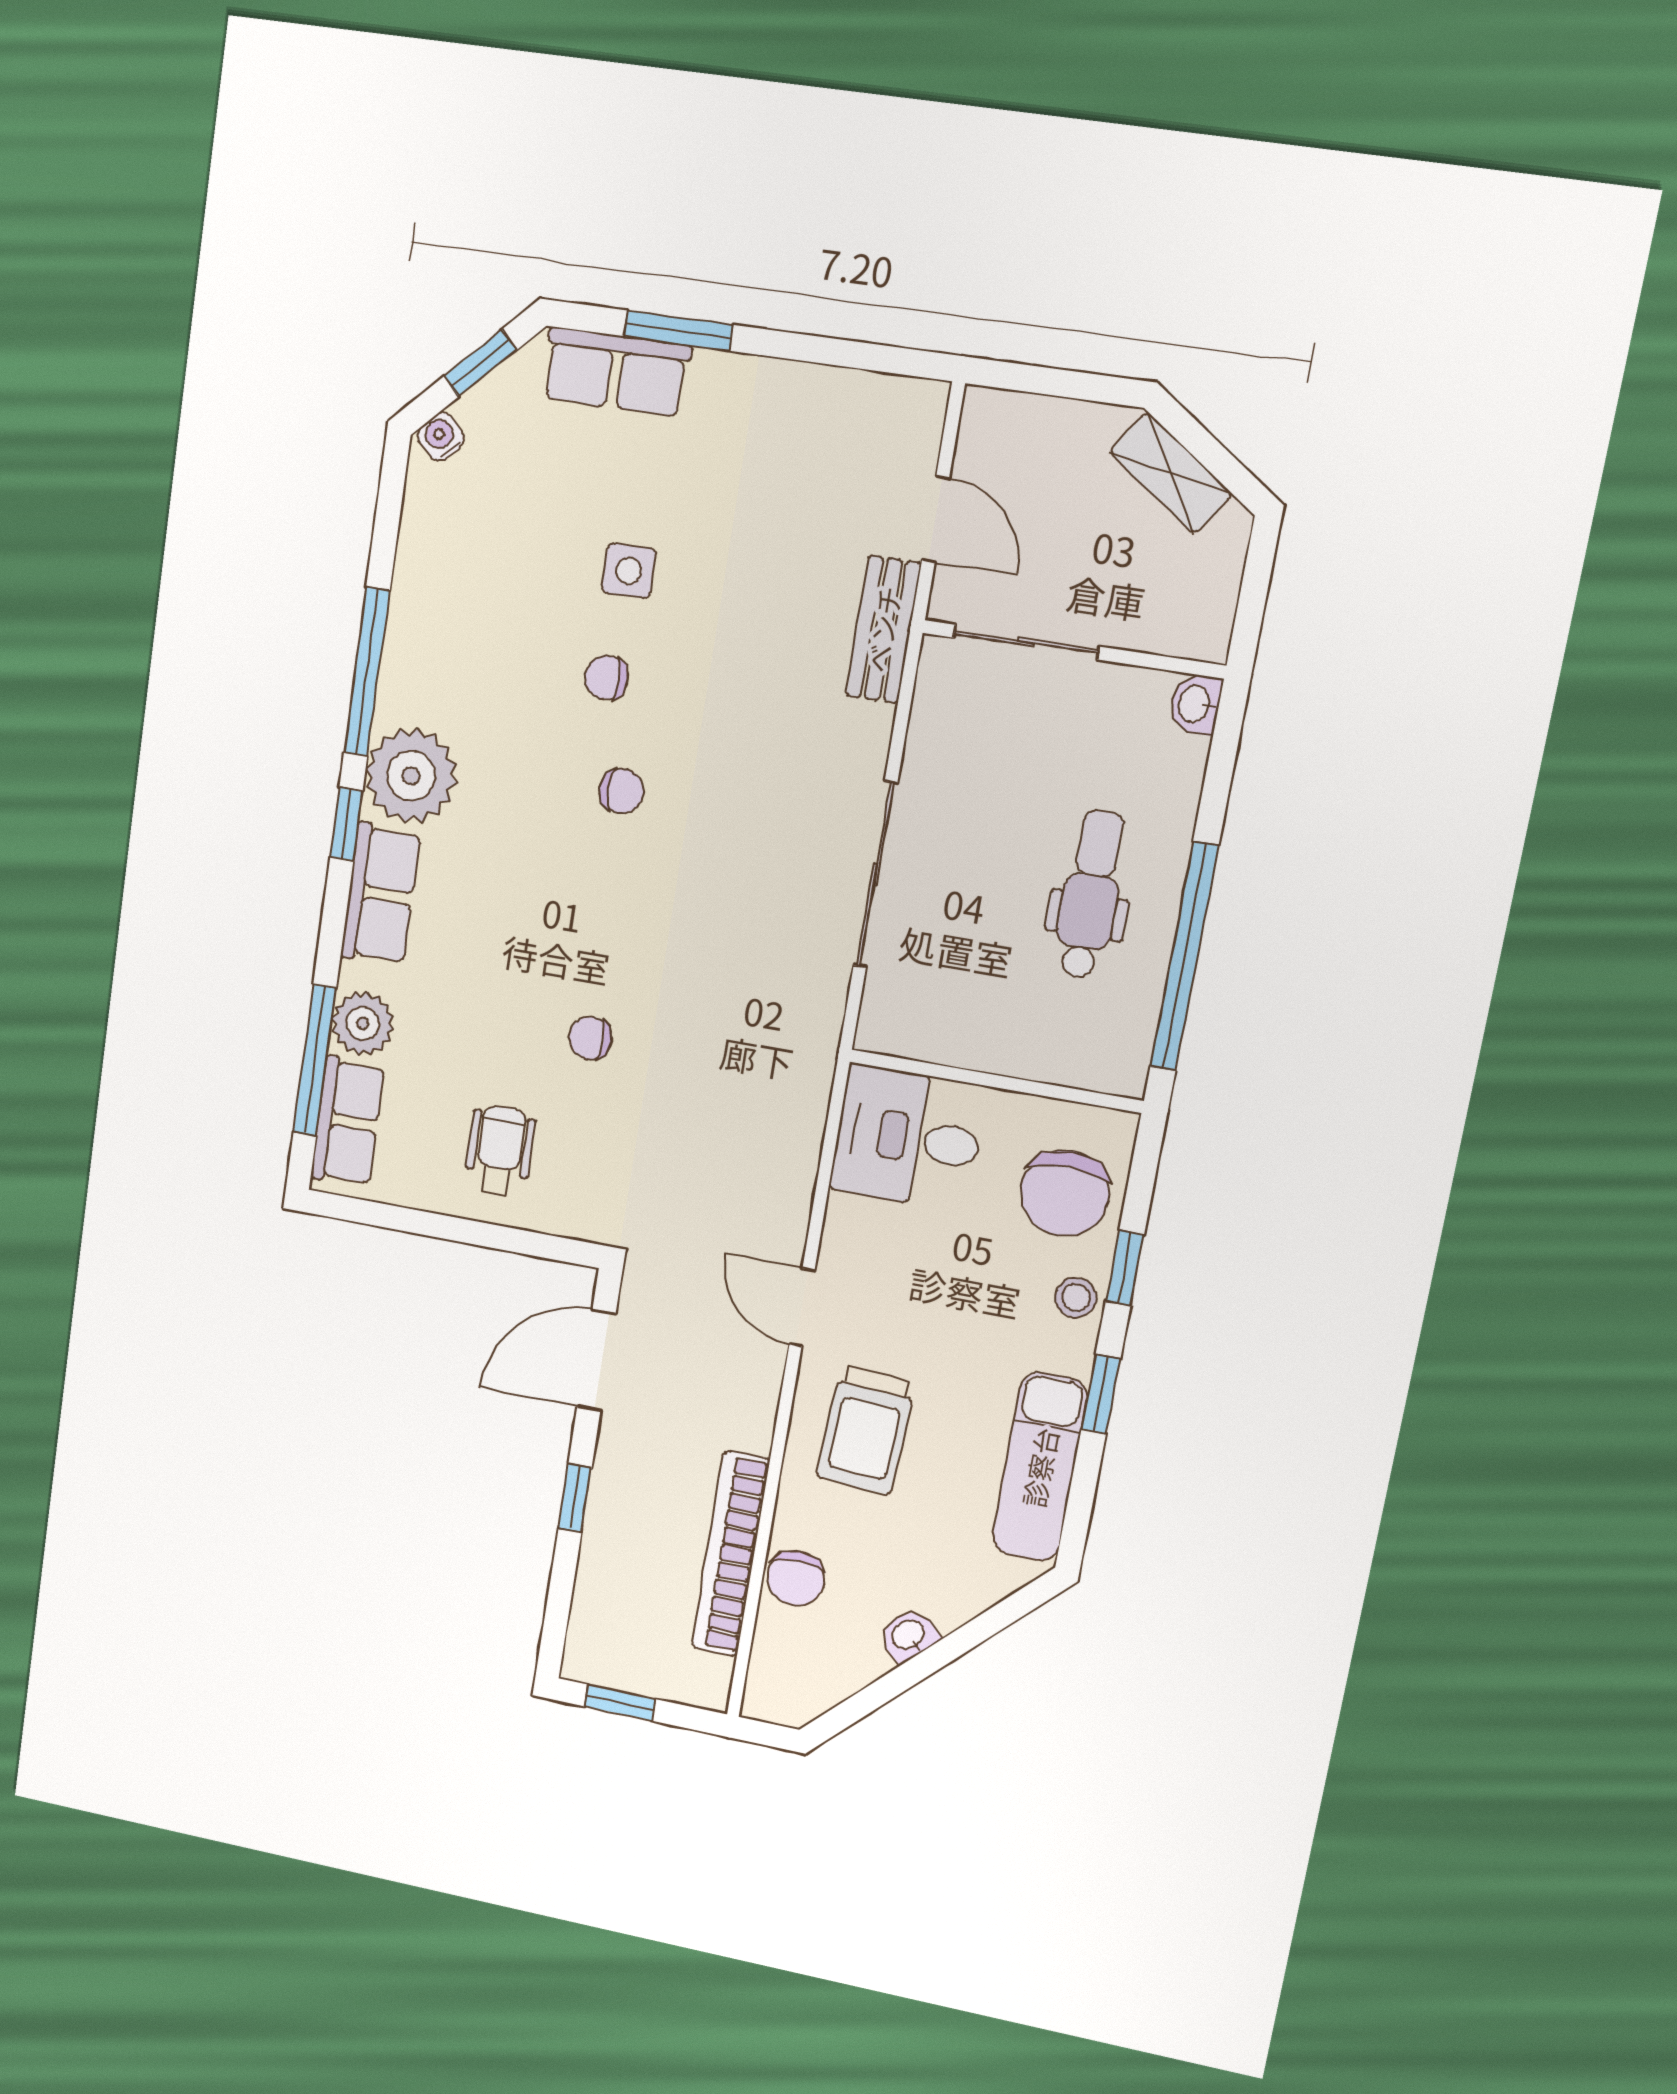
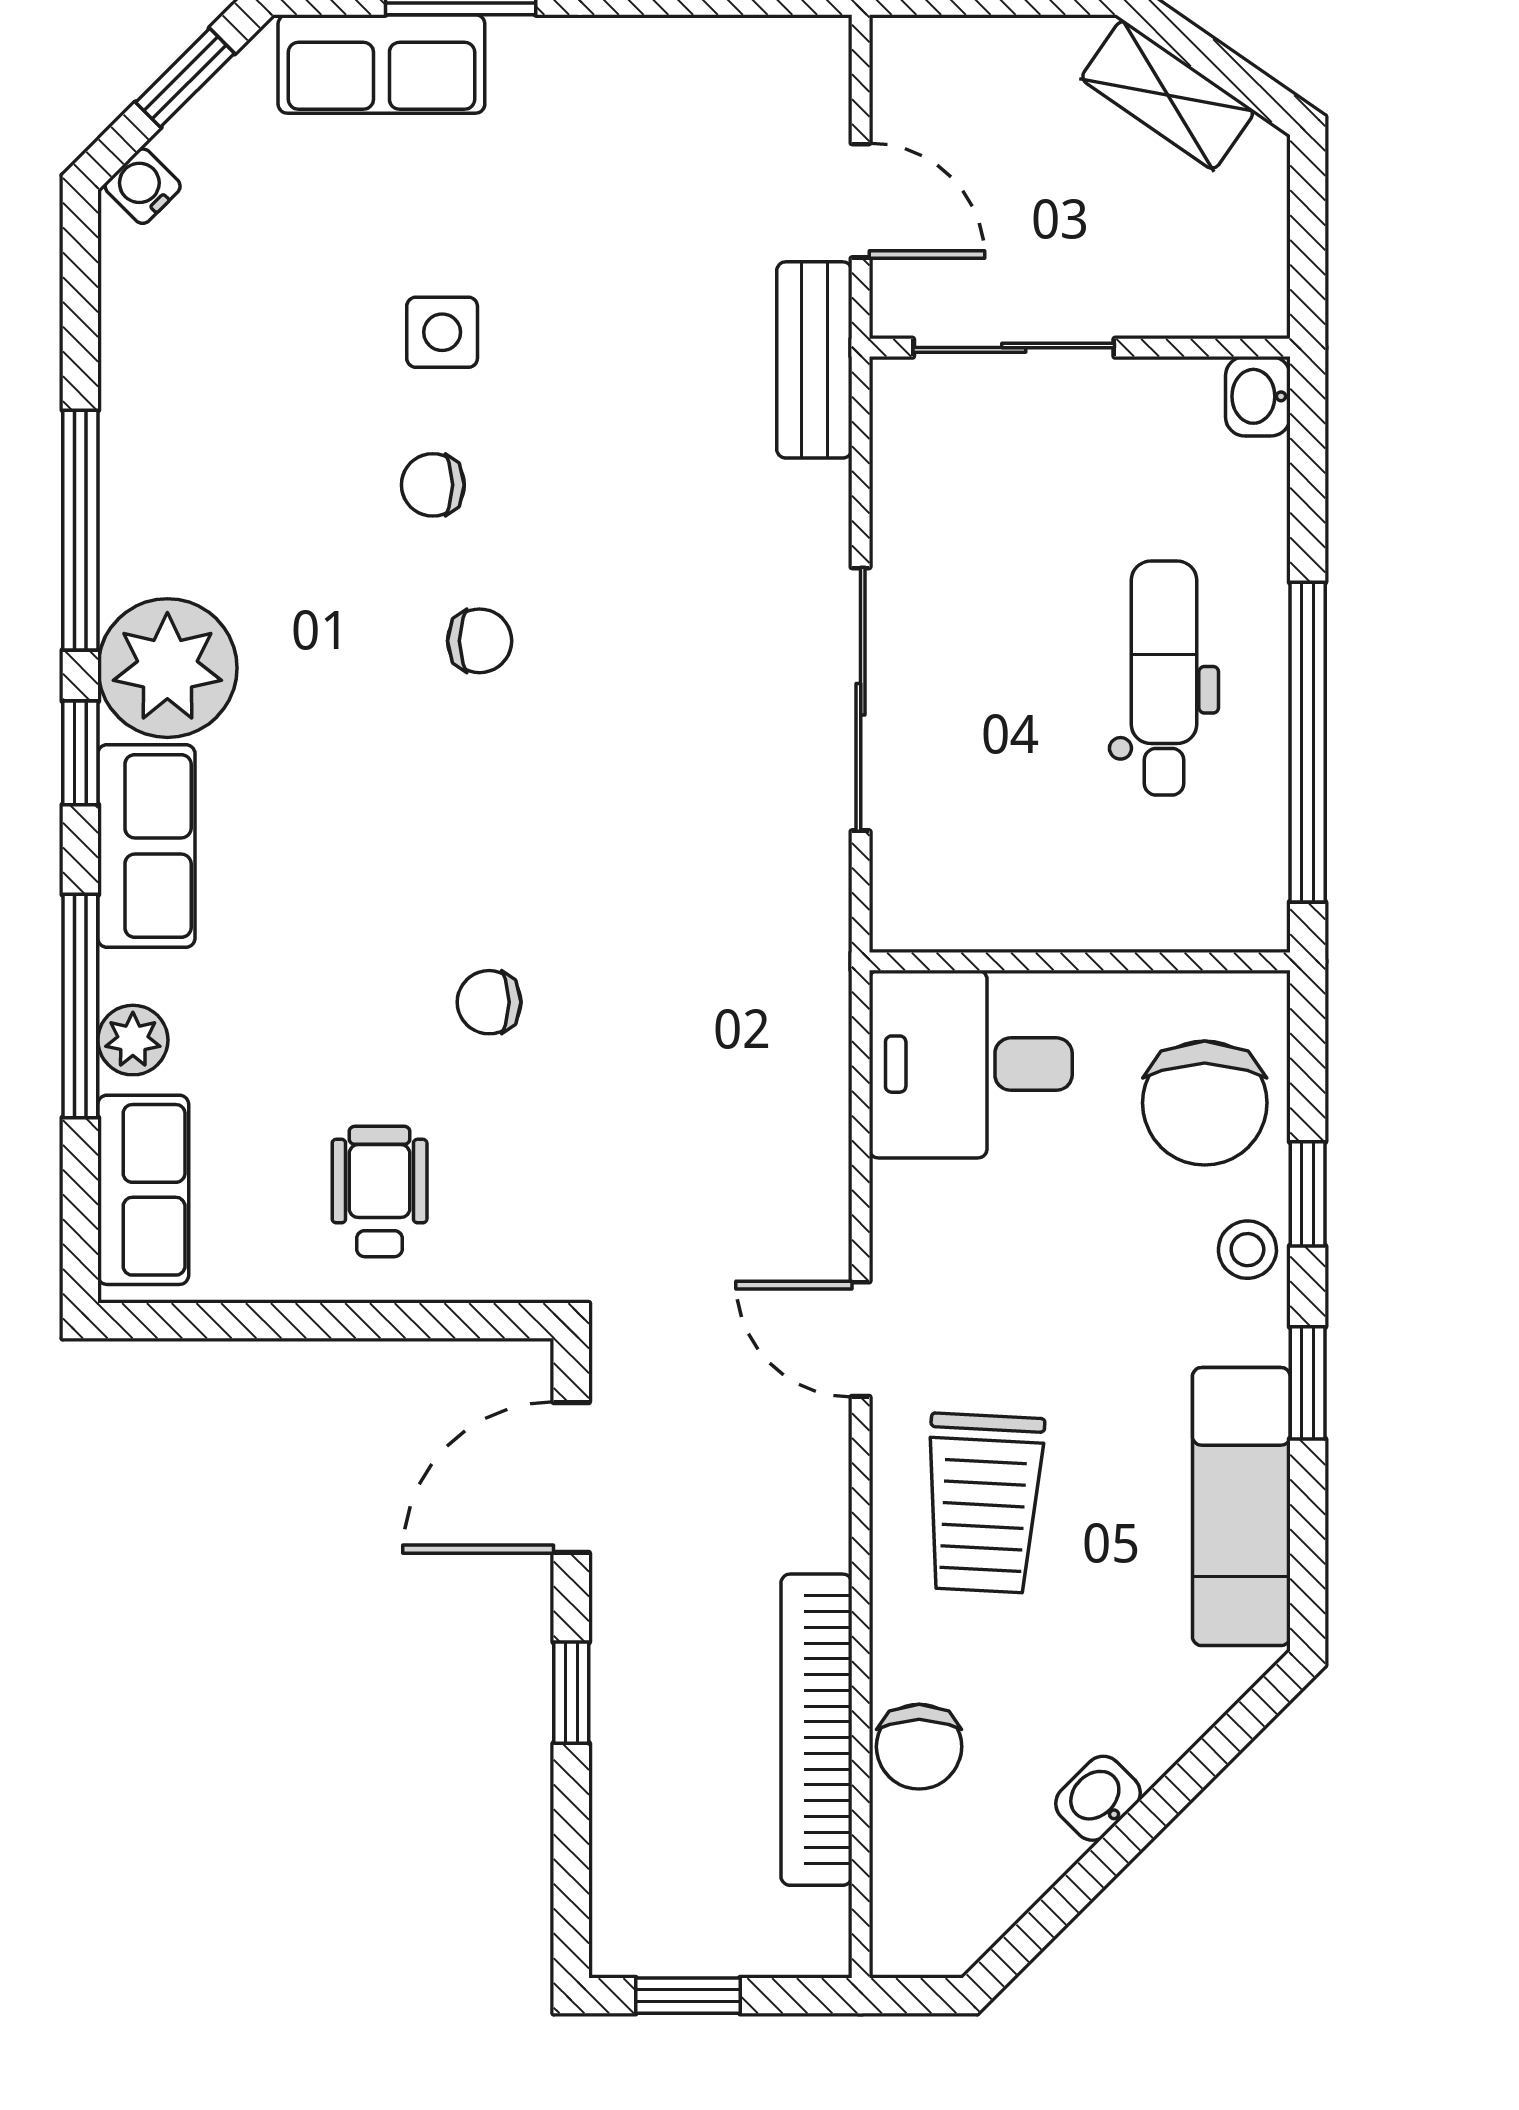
plant: (363, 1024) -> (133, 1040), width x0.73, depth x0.73
window: (315, 1060) -> (80, 1006), moved

